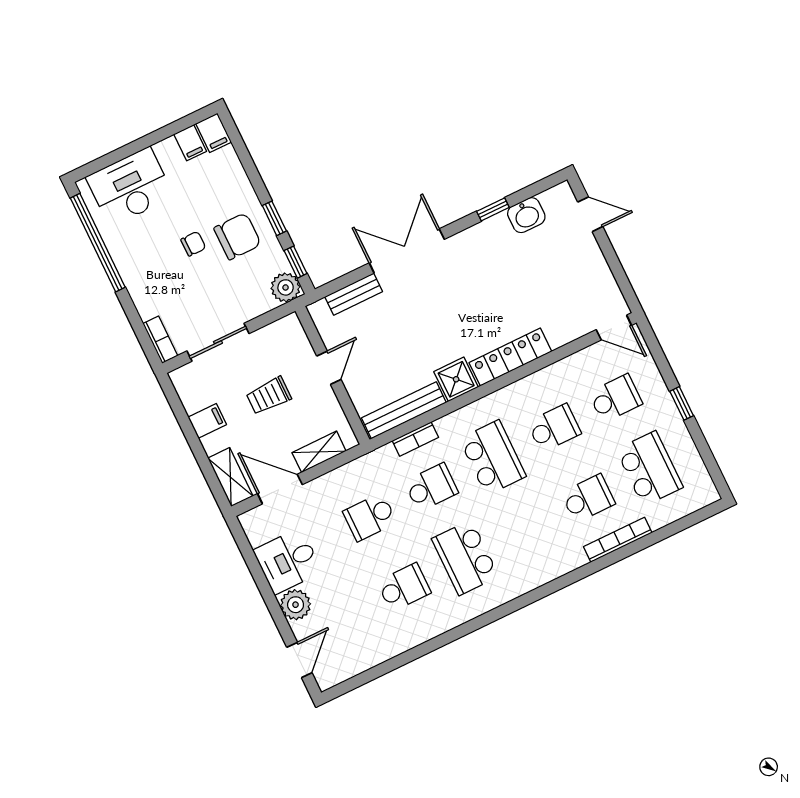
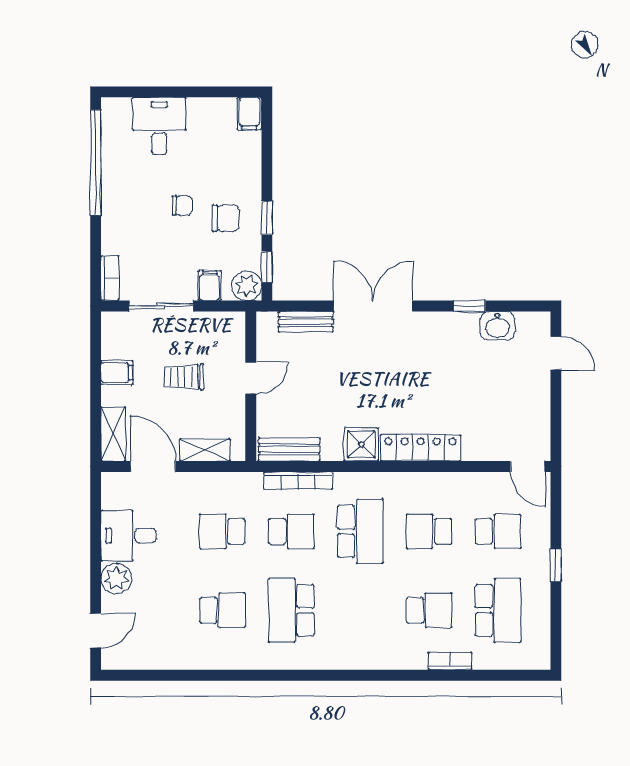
filing cabinet: (190, 143) -> (210, 286), moved, turned 180
desk: (130, 187) -> (159, 126), width x0.73
chair: (237, 236) -> (225, 218), width x0.73, depth x0.73
bench: (404, 410) -> (289, 449), width x0.73
school desk: (554, 428) -> (429, 531), turned 180
bookcase: (415, 439) -> (298, 481), width x1.56
bookcase: (618, 540) -> (450, 661), width x0.64

